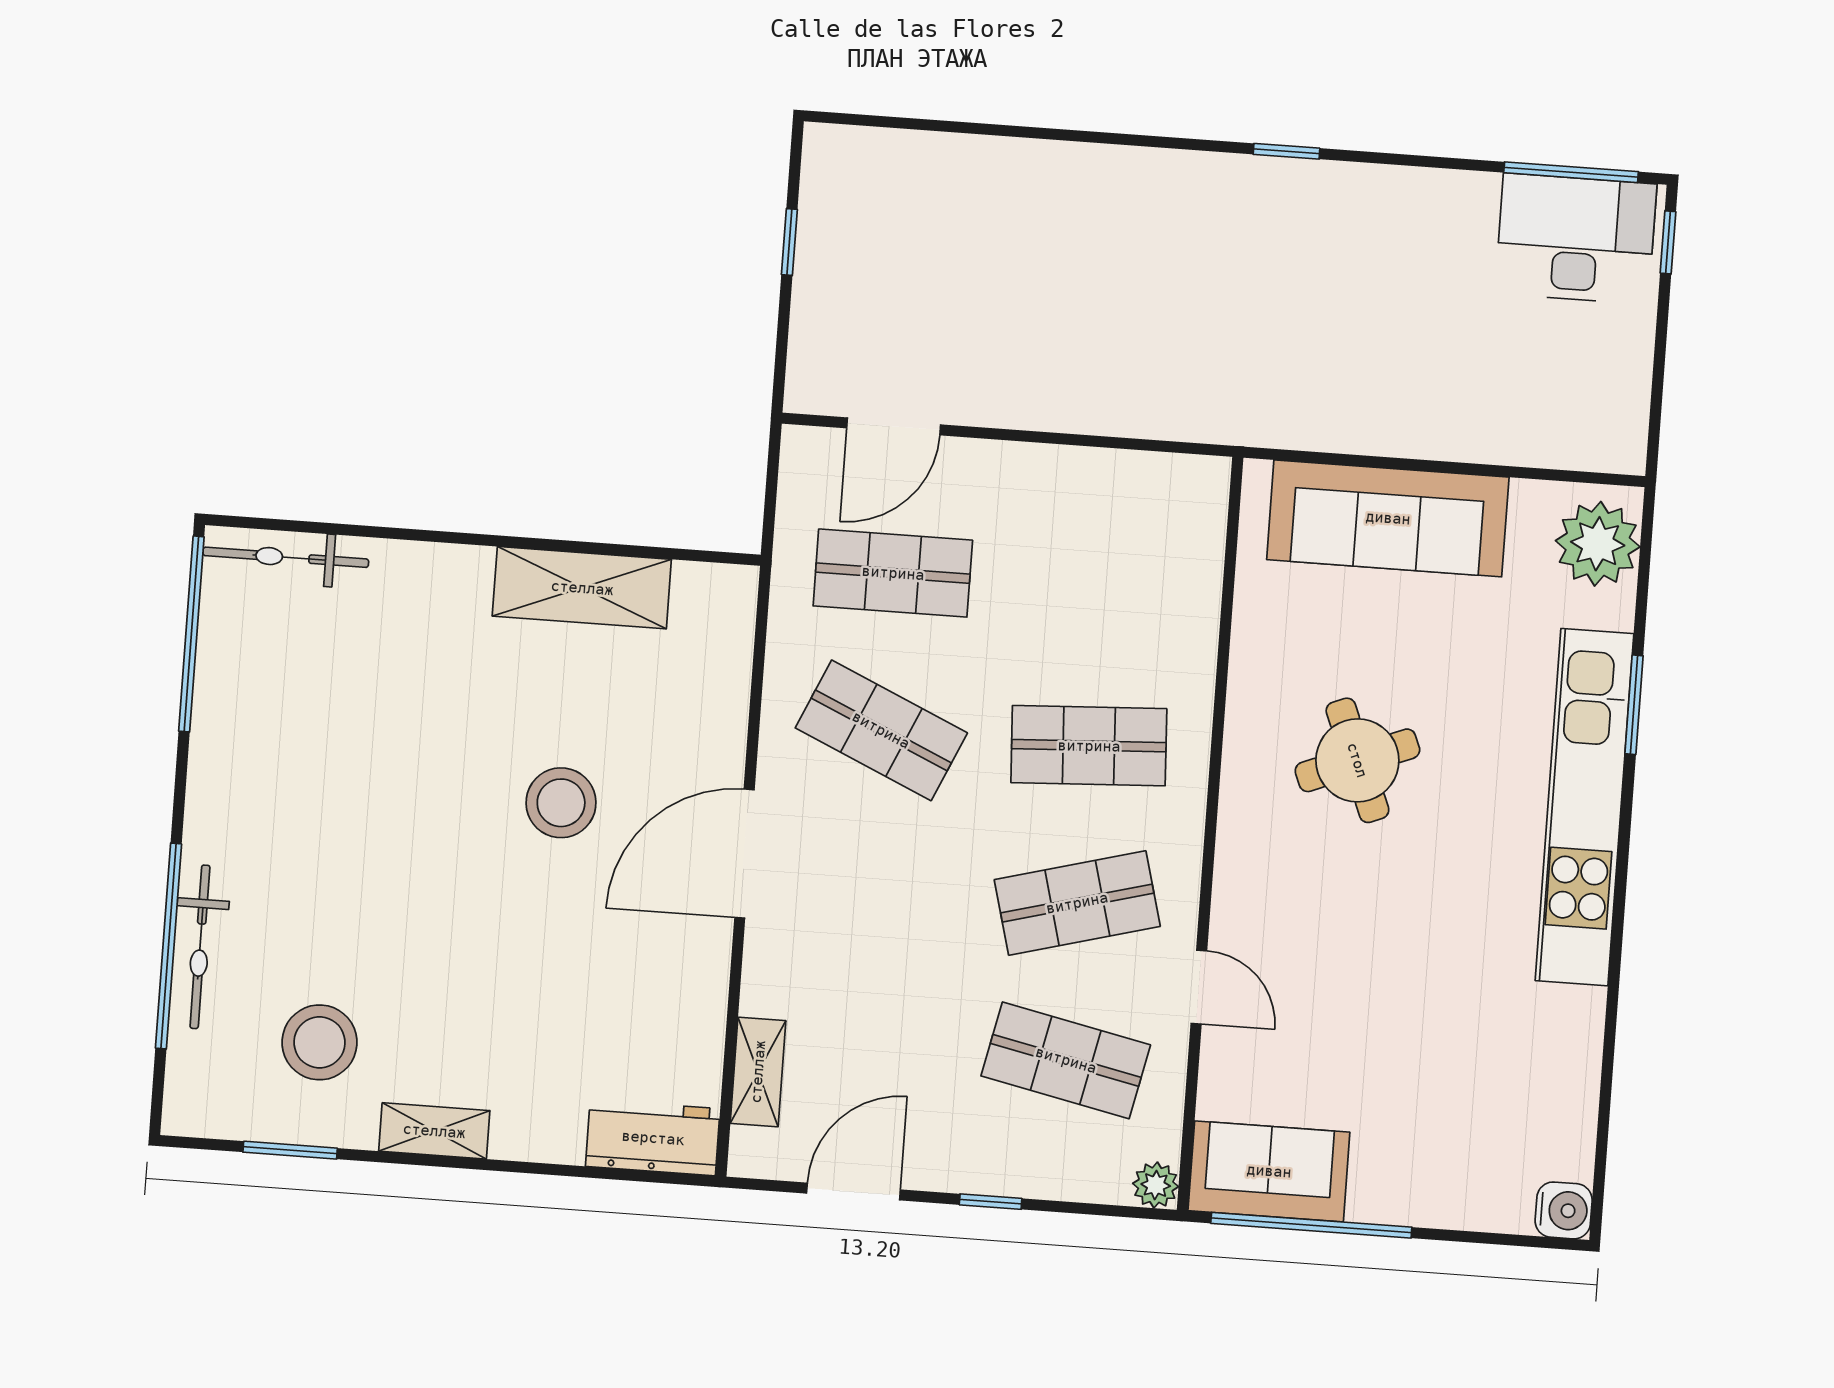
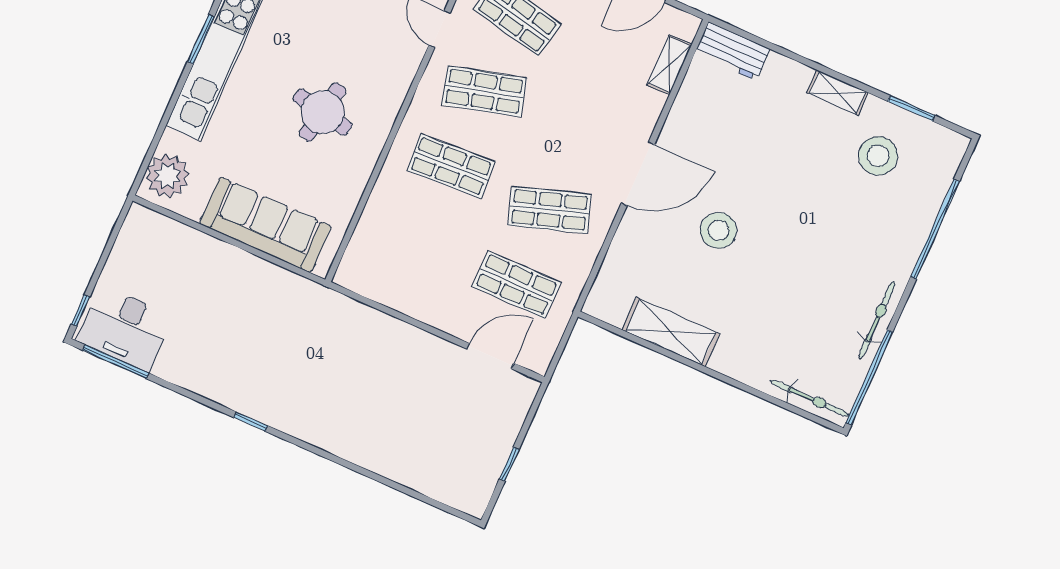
window: (1634, 705) -> (201, 39), moved
shop shelf: (881, 730) -> (550, 210), turned -42
round table: (1357, 760) -> (323, 112), turned 33
bicycle: (200, 947) -> (877, 320), moved

